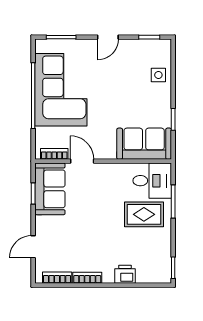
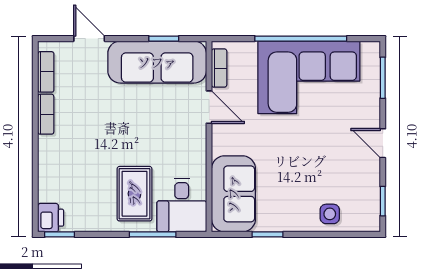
door: (82, 161) -> (209, 107), hinge flipped
sofa: (50, 189) -> (157, 62), width x1.36
printer: (125, 274) -> (51, 218), moved

